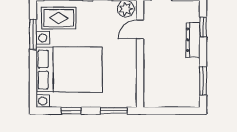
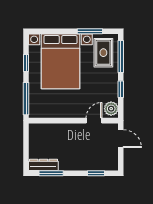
door: (140, 29) -> (94, 121), hinge flipped
dresser: (193, 40) -> (43, 165), moved
window: (114, 111) -> (26, 99), width x1.44

